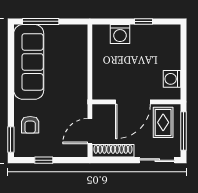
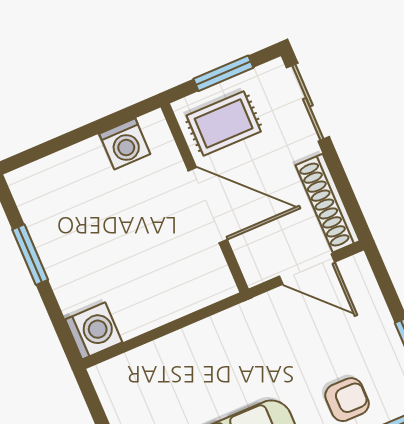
window: (143, 21) -> (30, 255), width x1.50
washing machine: (120, 34) -> (94, 331), moved
window: (184, 131) -> (223, 73), width x0.69

